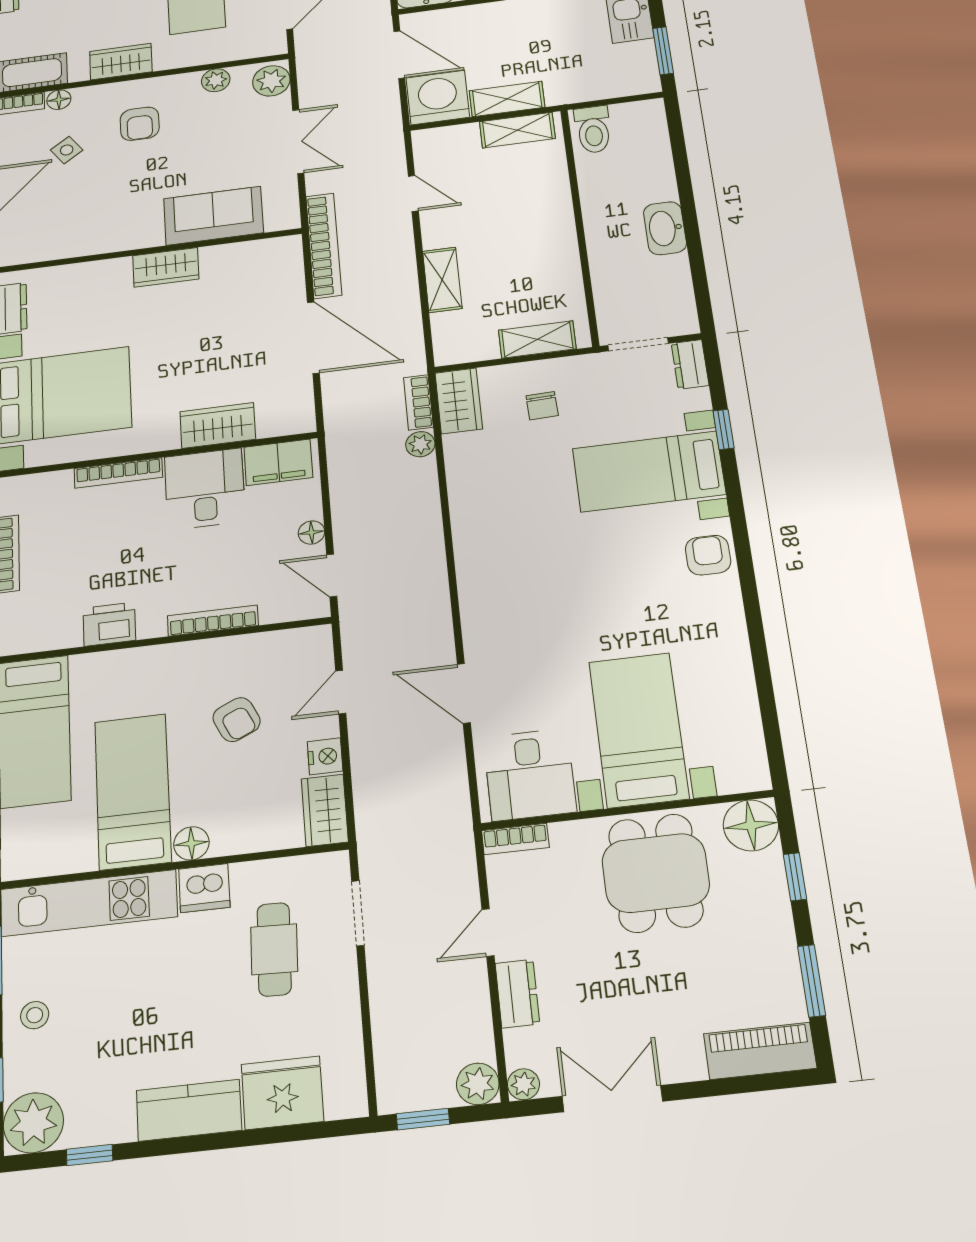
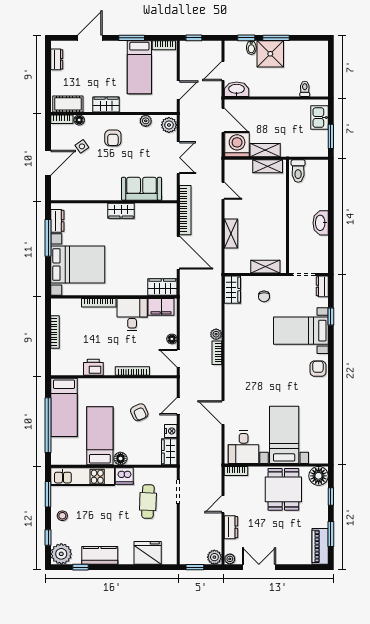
bookcase: (418, 402) -> (217, 353), moved
wardrobe: (218, 425) -> (162, 287), moved
plant: (420, 444) -> (216, 334), moved
piano: (760, 1051) -> (320, 546), moved, turned -90
kitchen counter: (189, 1110) -> (100, 555), moved

